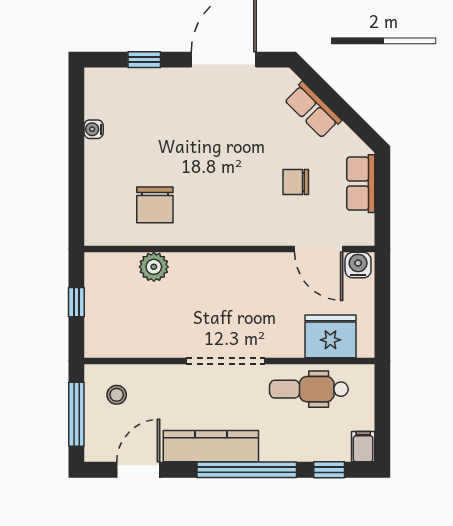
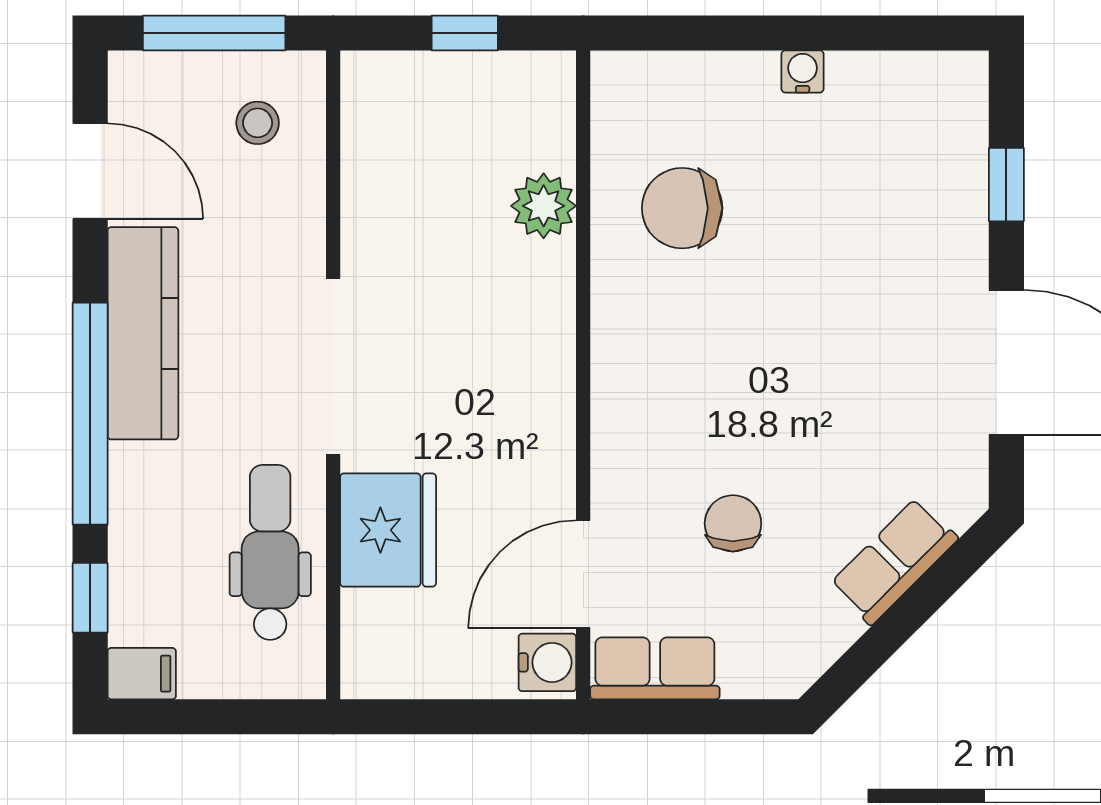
water cooler: (94, 129) -> (803, 71), moved
row of seats: (361, 184) -> (655, 668), moved
fridge: (330, 336) -> (388, 530), moved

